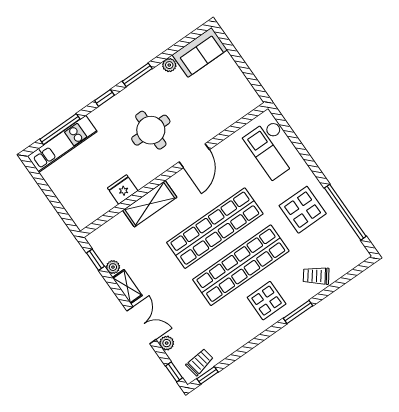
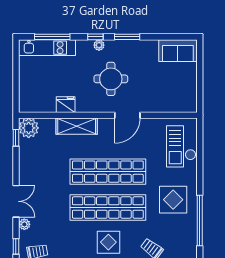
plant: (169, 65) -> (99, 45), moved
plant: (113, 267) -> (29, 128), moved, width x1.87, depth x1.87
shelving: (127, 287) -> (24, 170), removed

